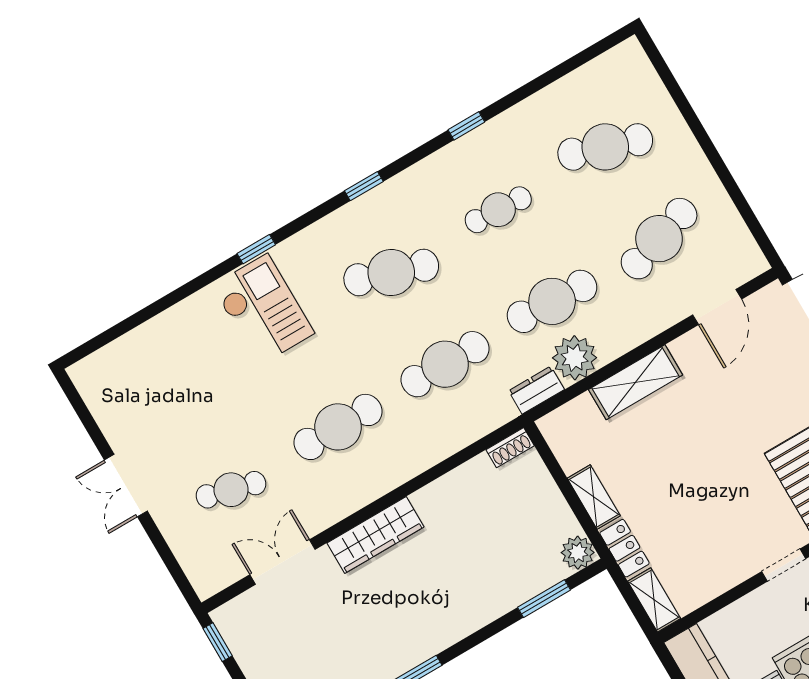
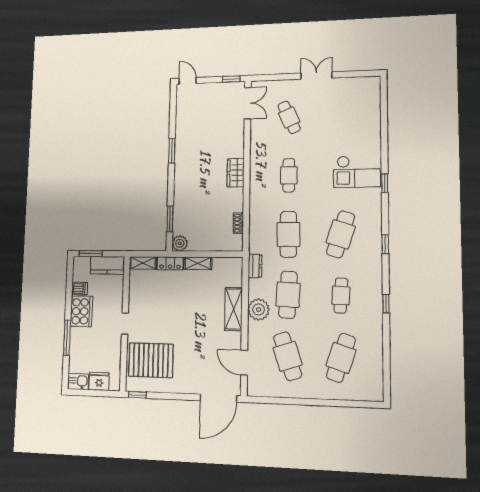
plant: (575, 358) -> (259, 309), moved
cafe table: (338, 427) -> (289, 175), width x0.73, depth x0.74
shoe rack: (510, 448) -> (238, 223), moved
cafe table: (231, 490) -> (289, 117), turned -39
wardrobe: (375, 535) -> (236, 173), width x0.67
double door: (282, 562) -> (248, 103), moved

